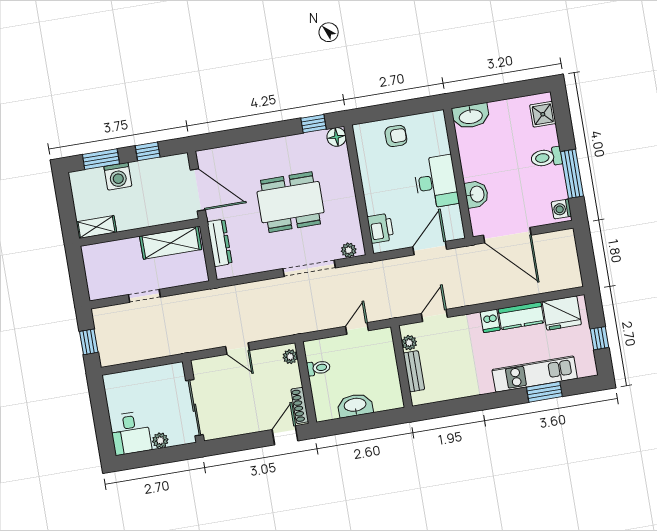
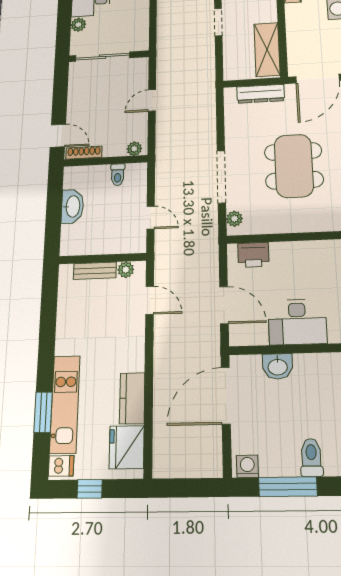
dishwasher: (490, 321) -> (61, 466), moved, turned 180

